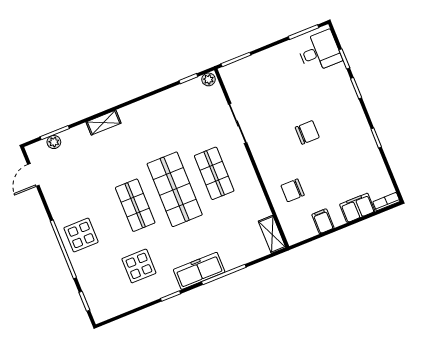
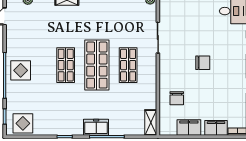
chair: (293, 190) -> (177, 98), turned -90
filing cabinet: (323, 221) -> (189, 128), width x2.00
display table: (139, 266) -> (23, 123), moved
freezer: (199, 271) -> (96, 127), width x0.71

